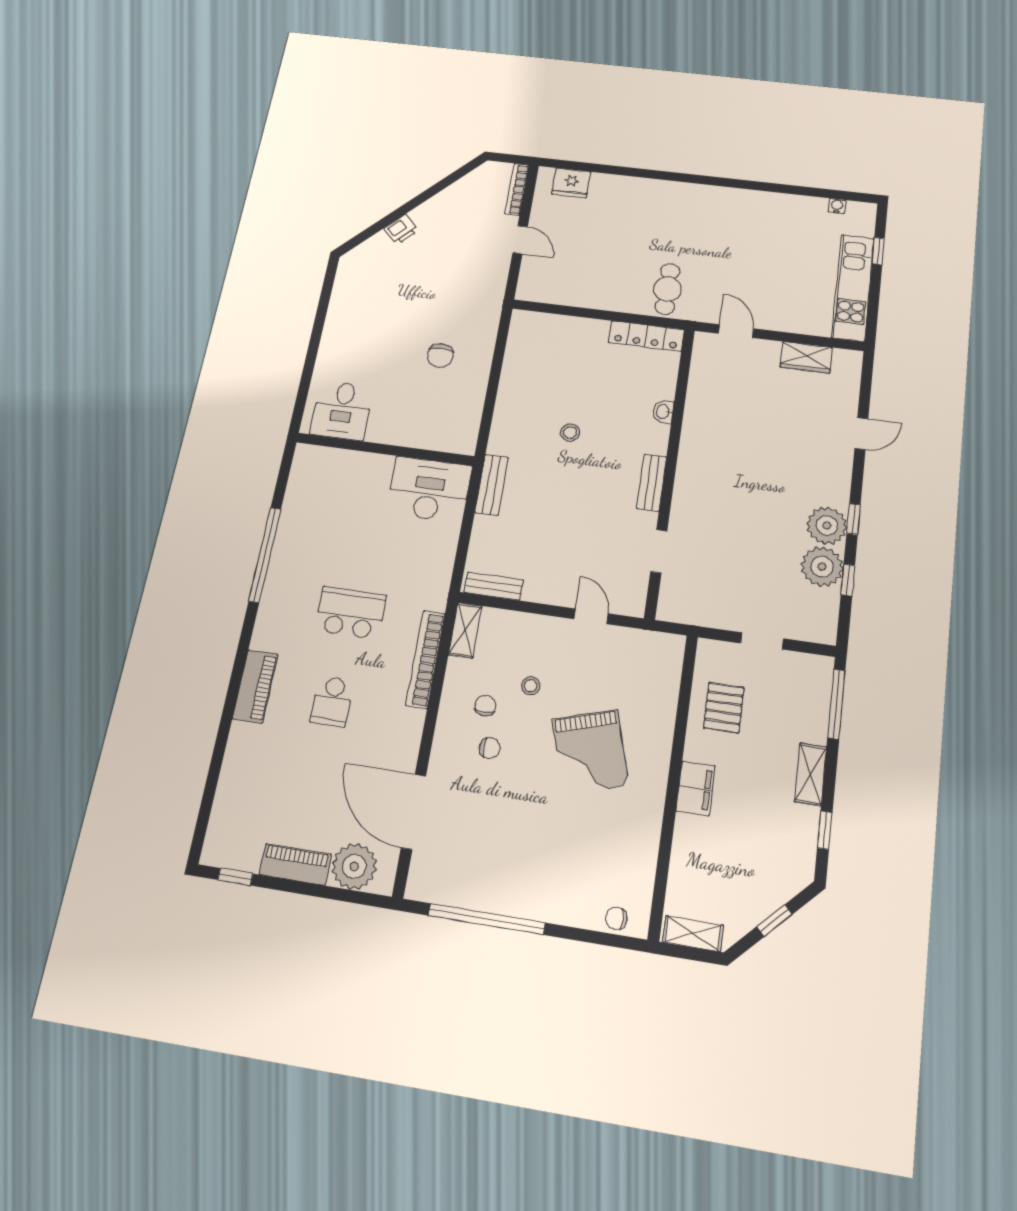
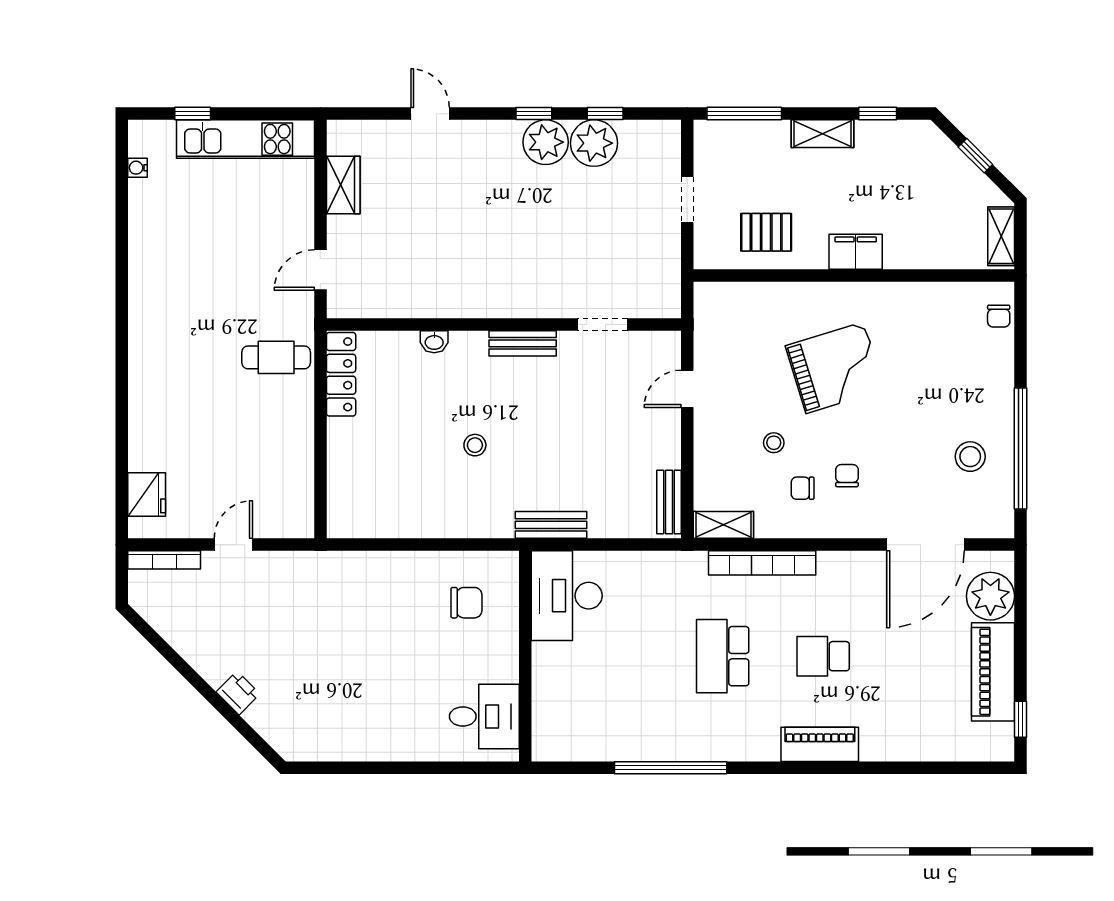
chair: (440, 356) -> (466, 603), moved
school desk: (332, 701) -> (823, 656), turned 180
piano: (295, 864) -> (993, 672), width x1.37, depth x1.33
stool: (487, 868) -> (970, 457), added

